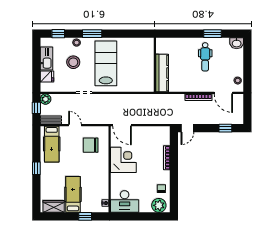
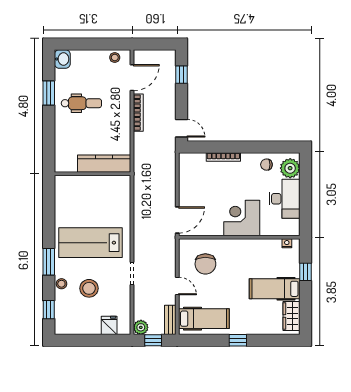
kitchen sink: (46, 58) -> (84, 326), removed
door: (75, 125) -> (177, 286), swing flipped
corner desk: (123, 160) -> (242, 218), moved
desk: (125, 201) -> (285, 199), moved

